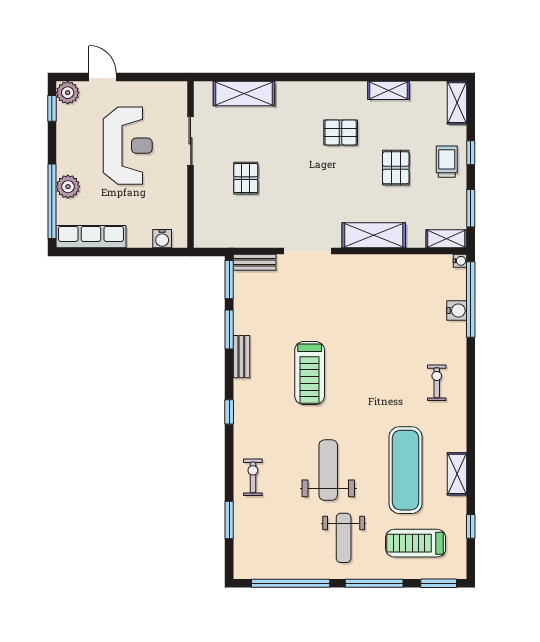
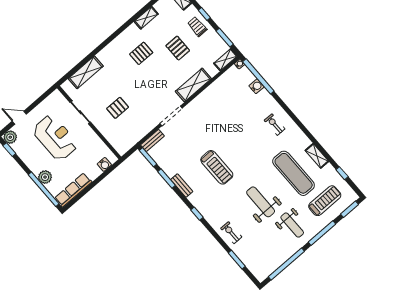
pallet: (246, 178) -> (118, 108), turned 90
treadmill: (416, 543) -> (325, 201), turned 180

